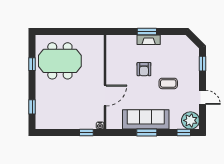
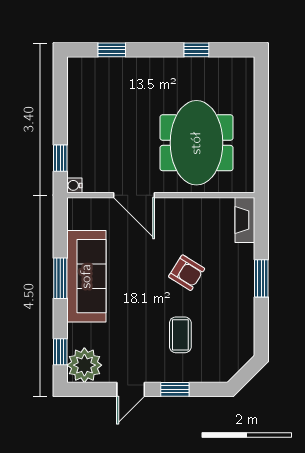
fireplace: (149, 40) -> (245, 220), moved
meeting table: (60, 61) -> (196, 143), moved
window: (203, 64) -> (175, 389), moved
armchair: (144, 69) -> (187, 273), turned -148
coffee table: (168, 83) -> (180, 335), moved

